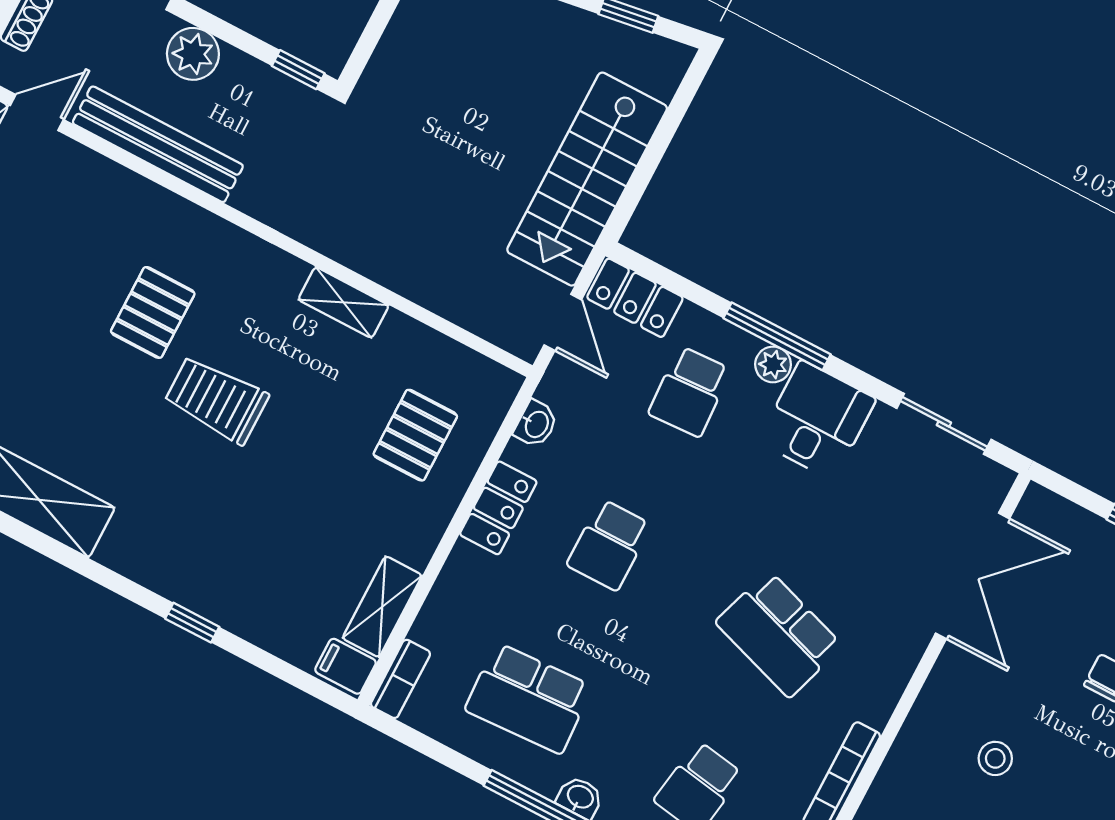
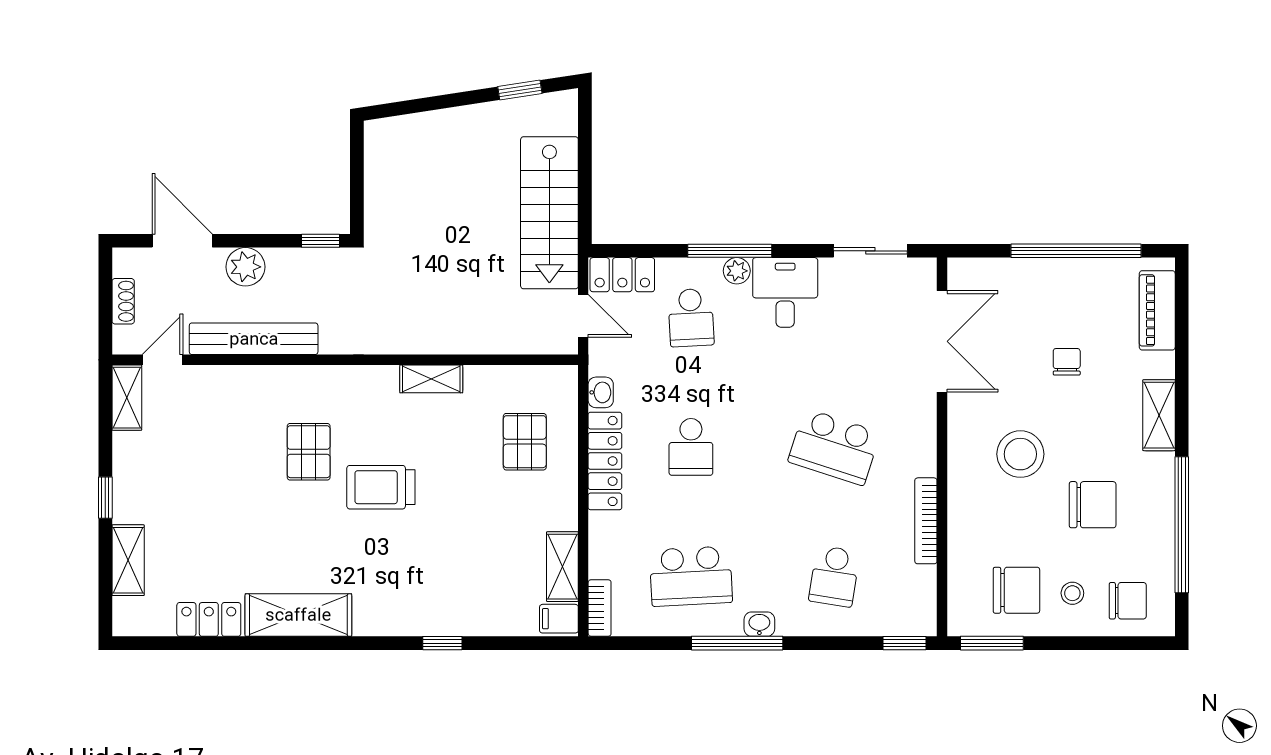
locker: (498, 508) -> (605, 461), width x1.53
stool: (995, 758) -> (1020, 454), width x1.89, depth x1.89

